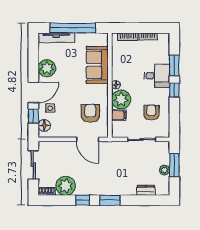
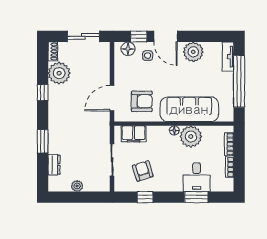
tv unit: (56, 38) -> (228, 57), width x0.71
sofa: (97, 65) -> (189, 109), width x1.36
desk: (157, 76) -> (197, 177), moved
window: (174, 90) -> (145, 197), moved
plant: (121, 99) -> (191, 136), moved
armchair: (151, 112) -> (143, 171), turned -107
filing cabinet: (119, 115) -> (134, 134), width x2.00
window: (174, 165) -> (83, 197), removed
window: (110, 200) -> (43, 141), moved

